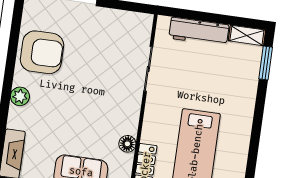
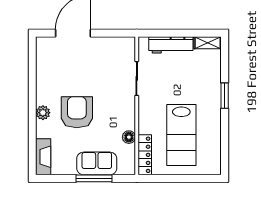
armchair: (42, 52) -> (77, 112), moved, turned -90
window: (266, 63) -> (225, 96), moved

